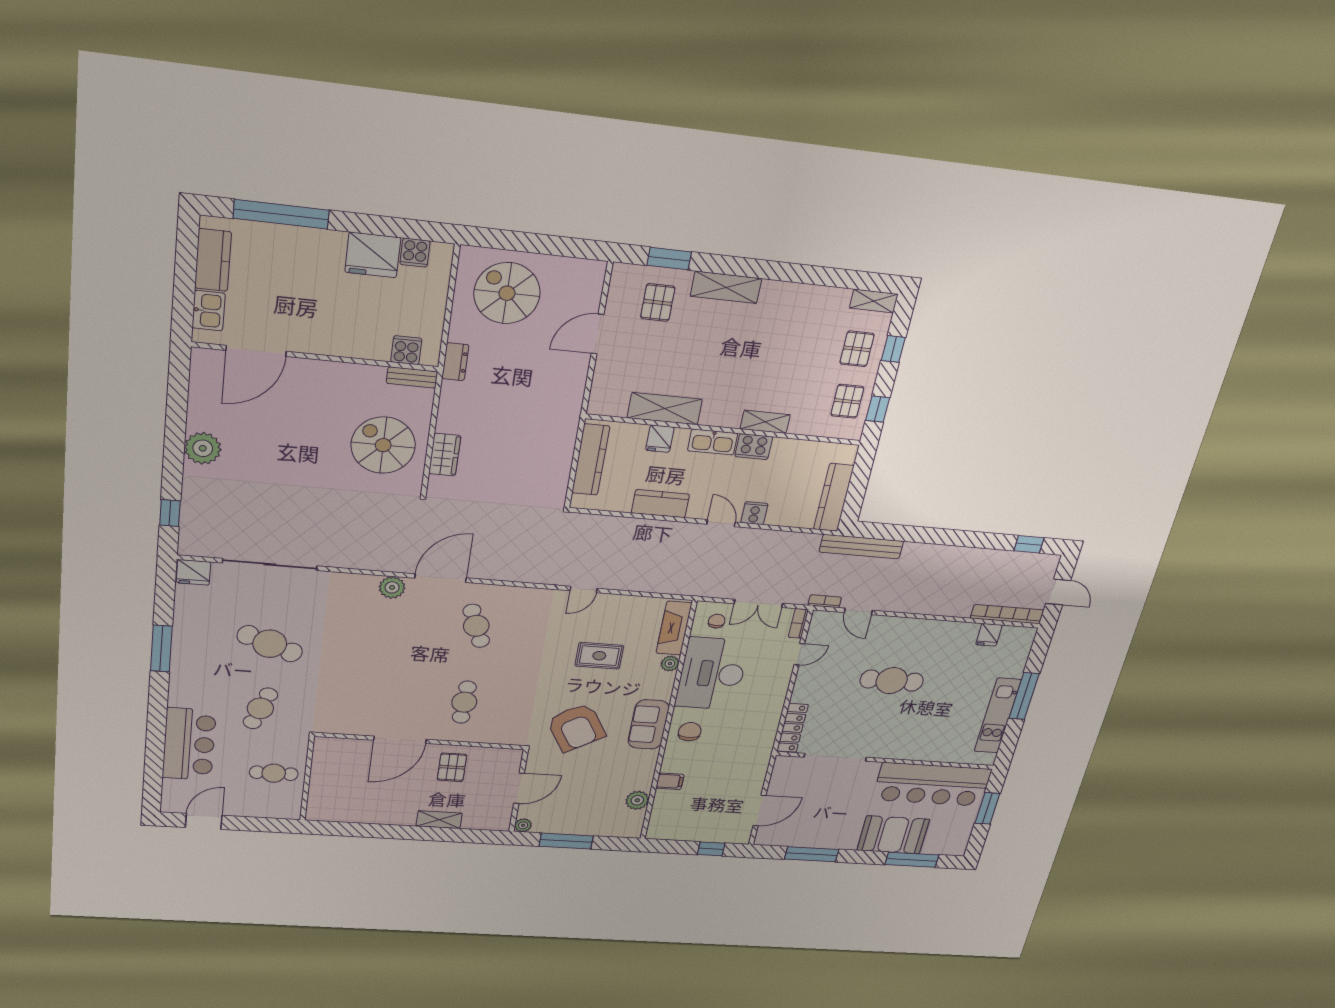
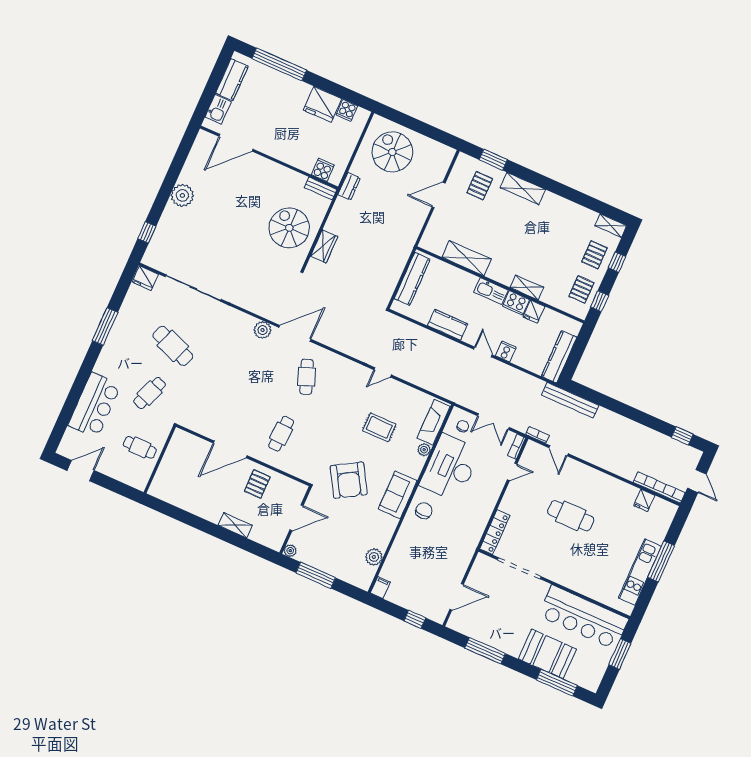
fridge: (660, 439) -> (534, 312), moved
filing cabinet: (670, 781) -> (380, 587), moved, turned -90

